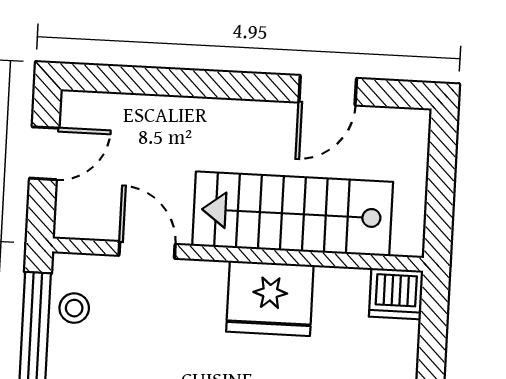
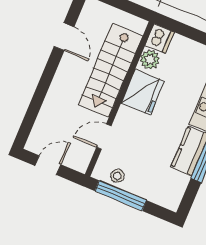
door: (44, 153) -> (48, 165), hinge flipped
plant: (344, 289) -> (150, 60), added

